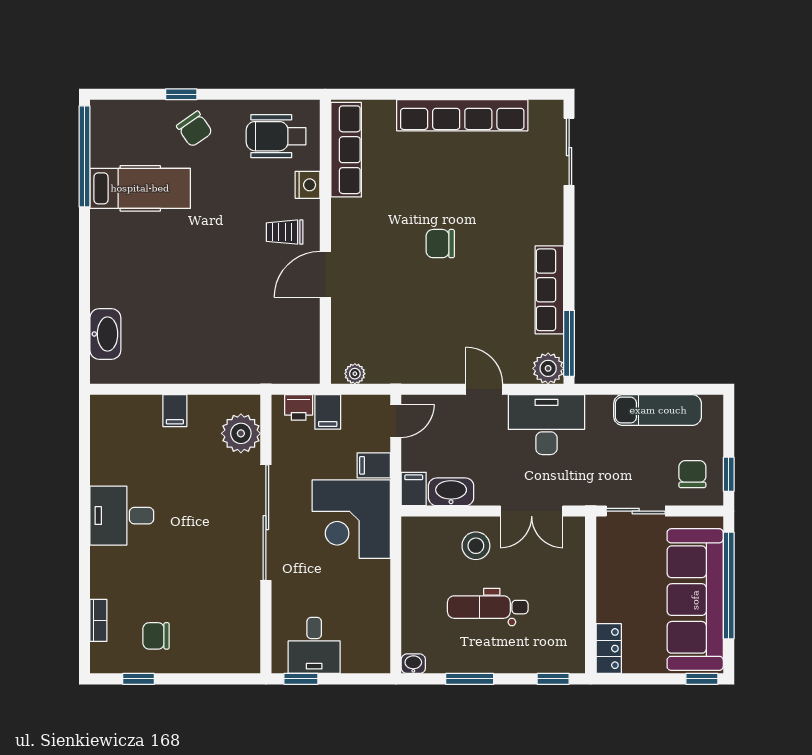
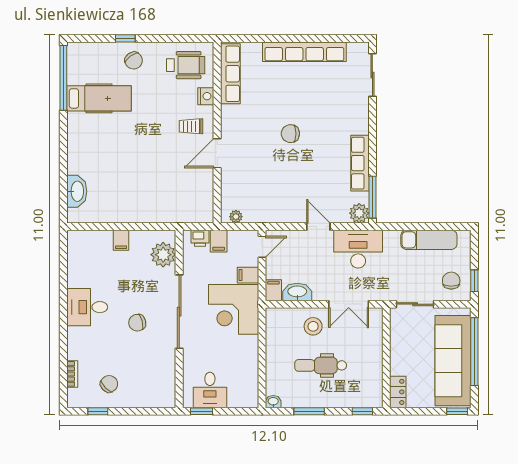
wheelchair: (276, 136) -> (186, 65), turned 180
chair: (200, 540) -> (137, 323), added
chair: (156, 636) -> (109, 384), turned 135

